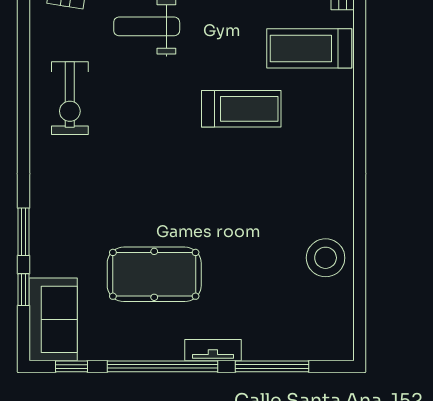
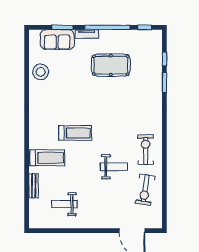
exercise bike: (70, 98) -> (146, 150), moved
treadmill: (241, 109) -> (75, 133), turned 180
sofa: (53, 319) -> (57, 40), moved, turned -90
window: (272, 366) -> (63, 27), width x0.69

